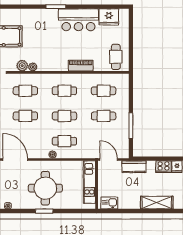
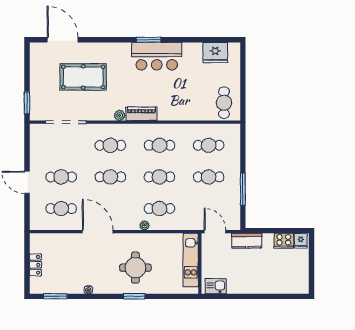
bar counter: (78, 20) -> (157, 56), moved
plant: (22, 66) -> (106, 114), removed
piano: (81, 66) -> (141, 114), moved
round table: (45, 188) -> (135, 268), width x0.73, depth x0.73
shelving: (157, 203) -> (275, 286), removed

